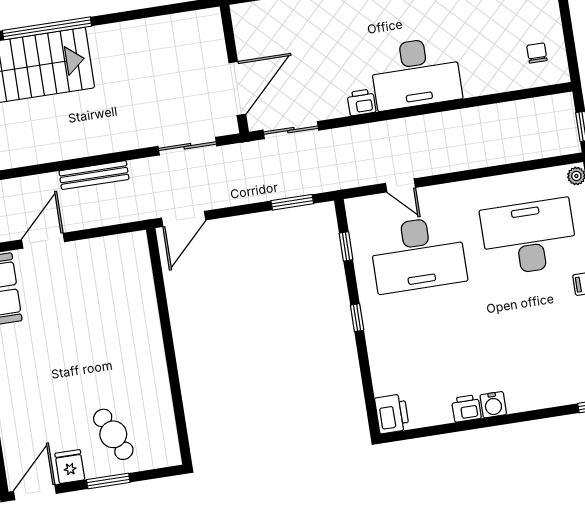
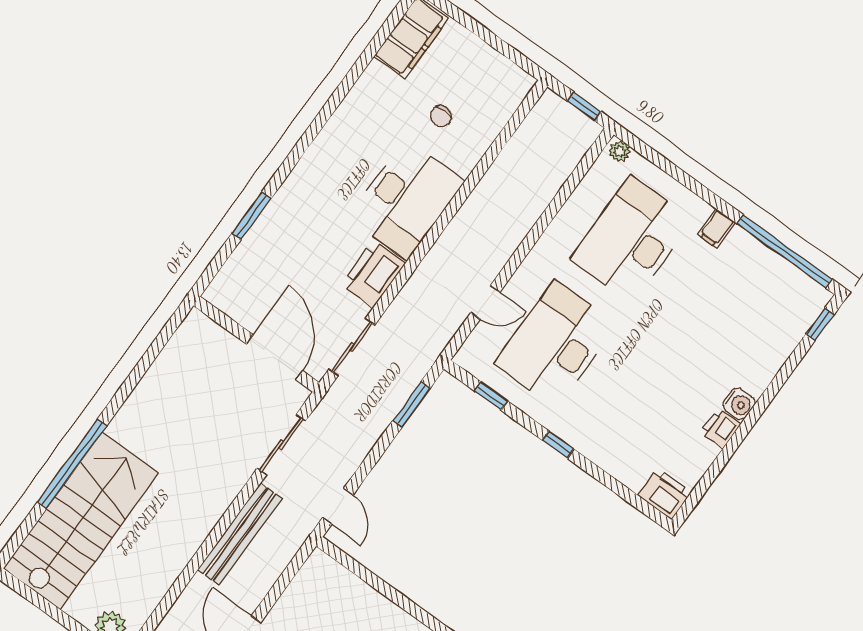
chair: (537, 53) -> (441, 116), moved, turned -90
printer: (361, 102) -> (373, 274), width x1.87, depth x1.48
bench: (94, 175) -> (240, 534), width x1.37, depth x1.21
door: (184, 219) -> (338, 506), width x0.73
desk: (418, 254) -> (556, 344), turned 180

